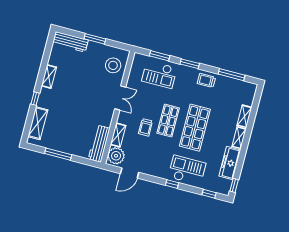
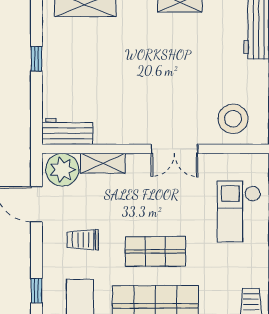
trolley: (145, 127) -> (83, 240), moved
workbench: (99, 144) -> (67, 131), width x0.73
window: (58, 154) -> (36, 59), width x0.46

